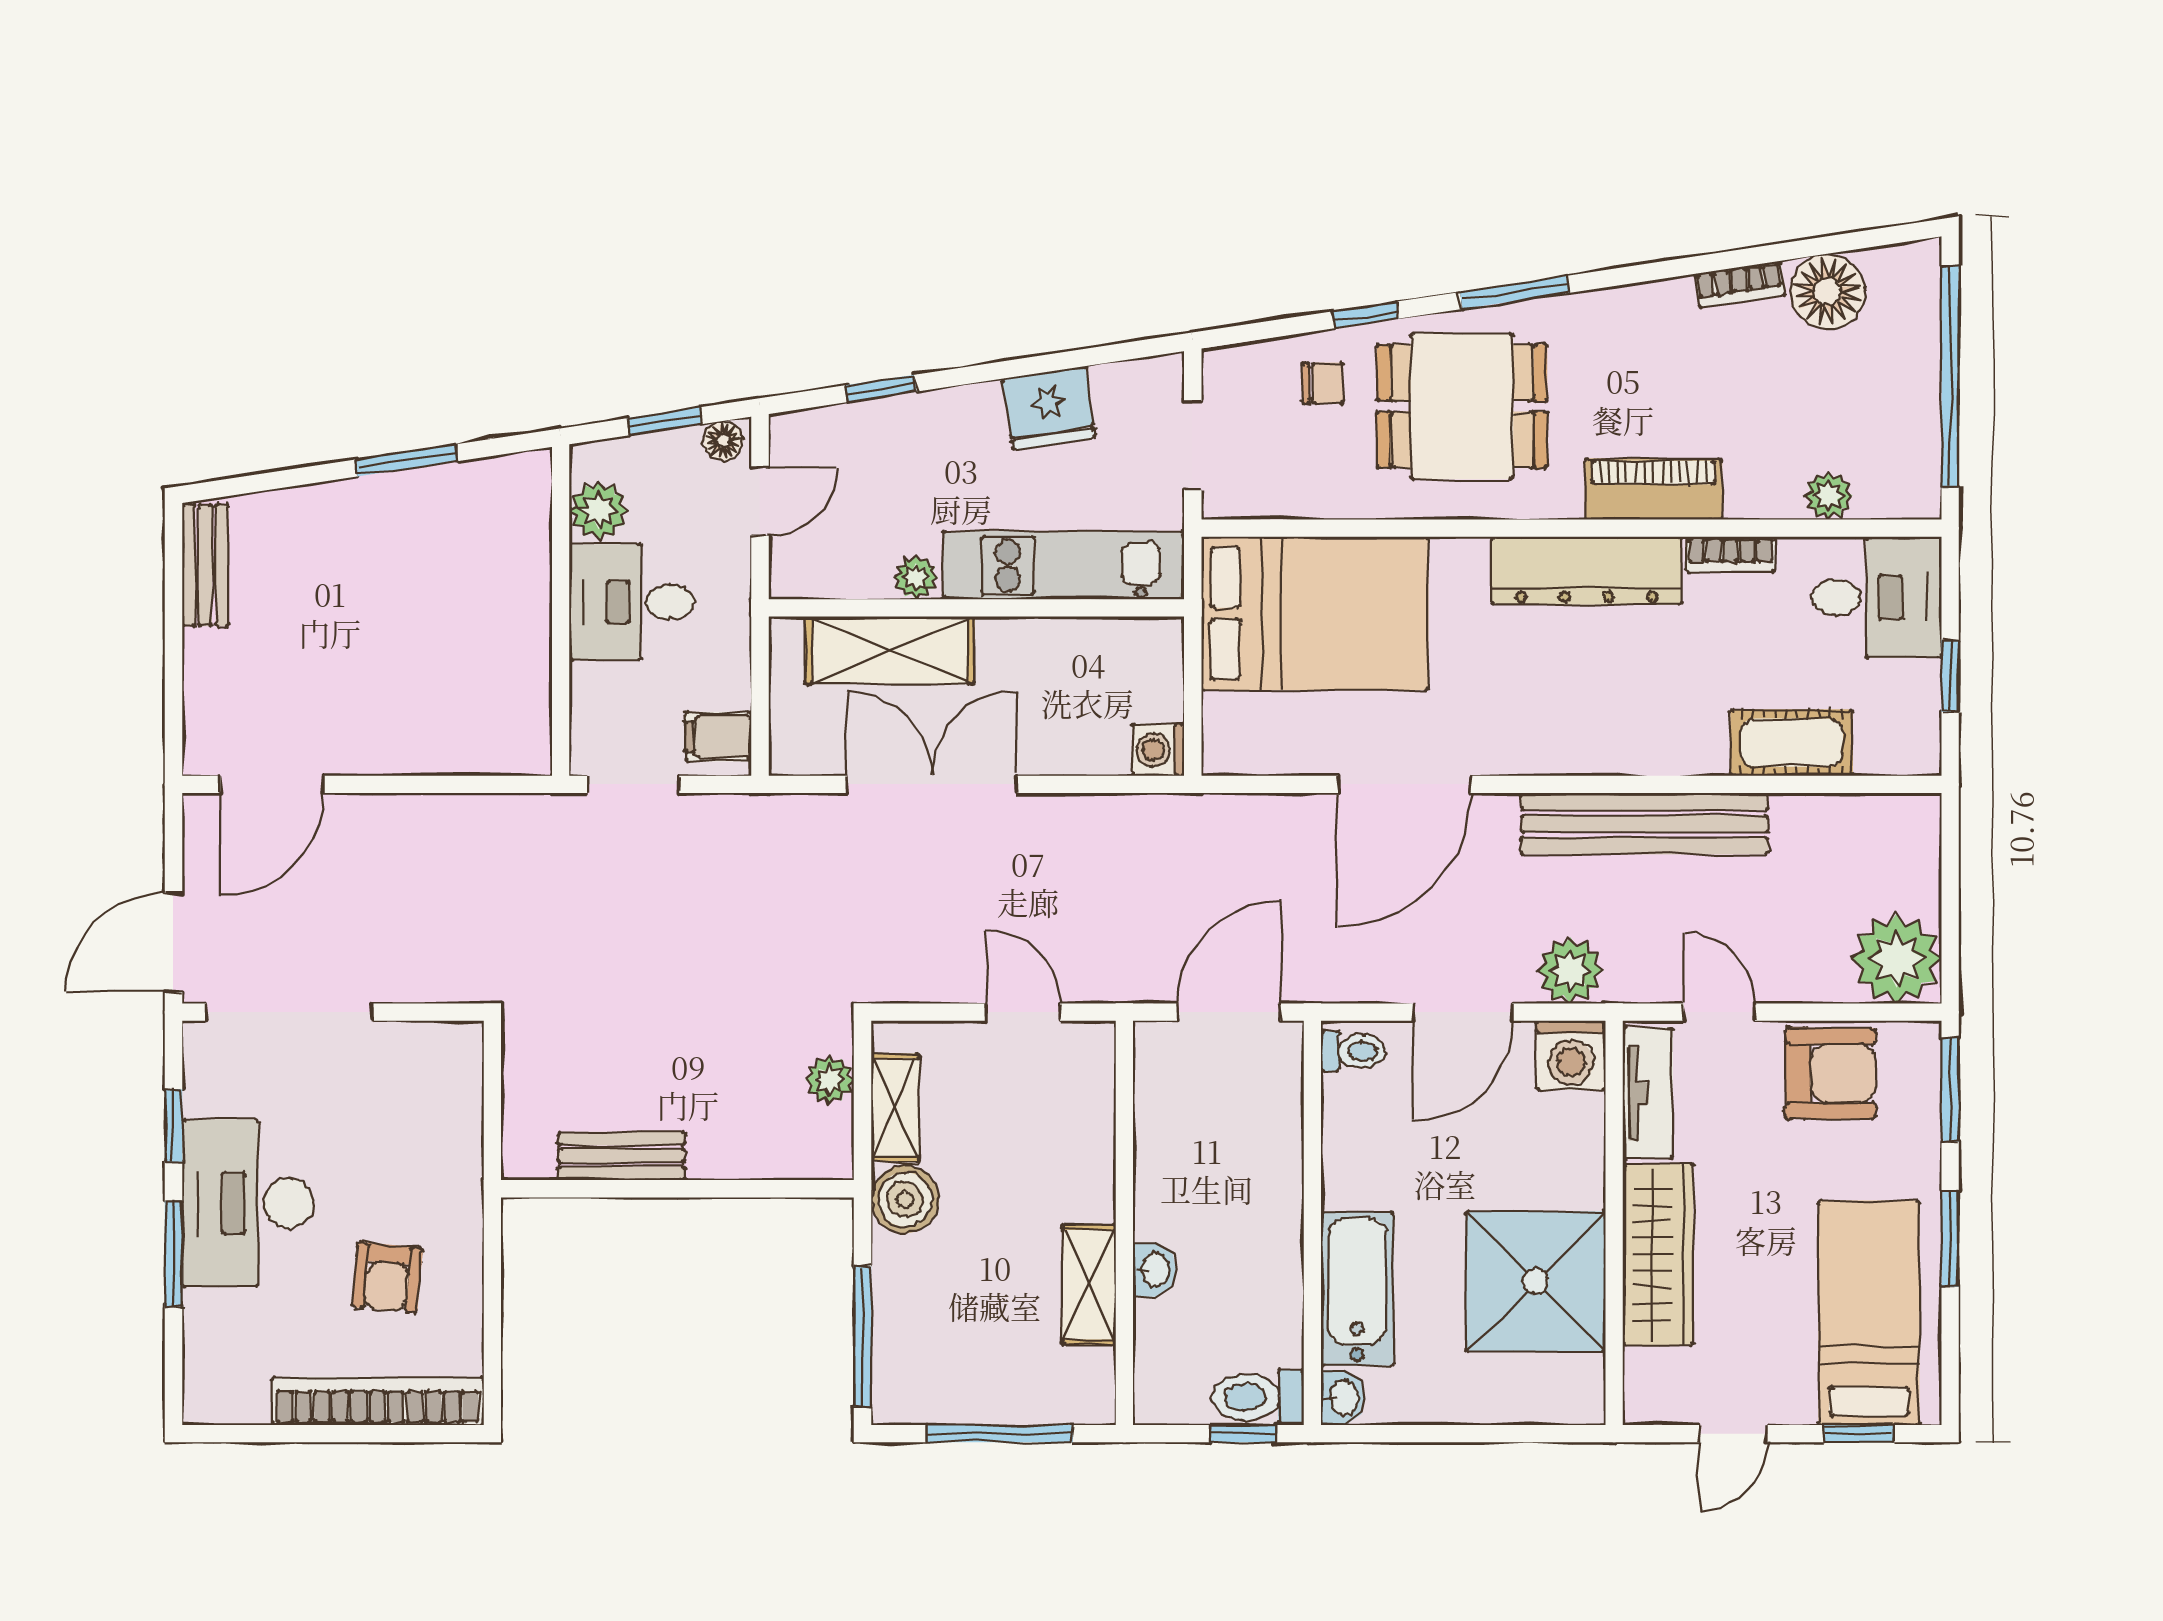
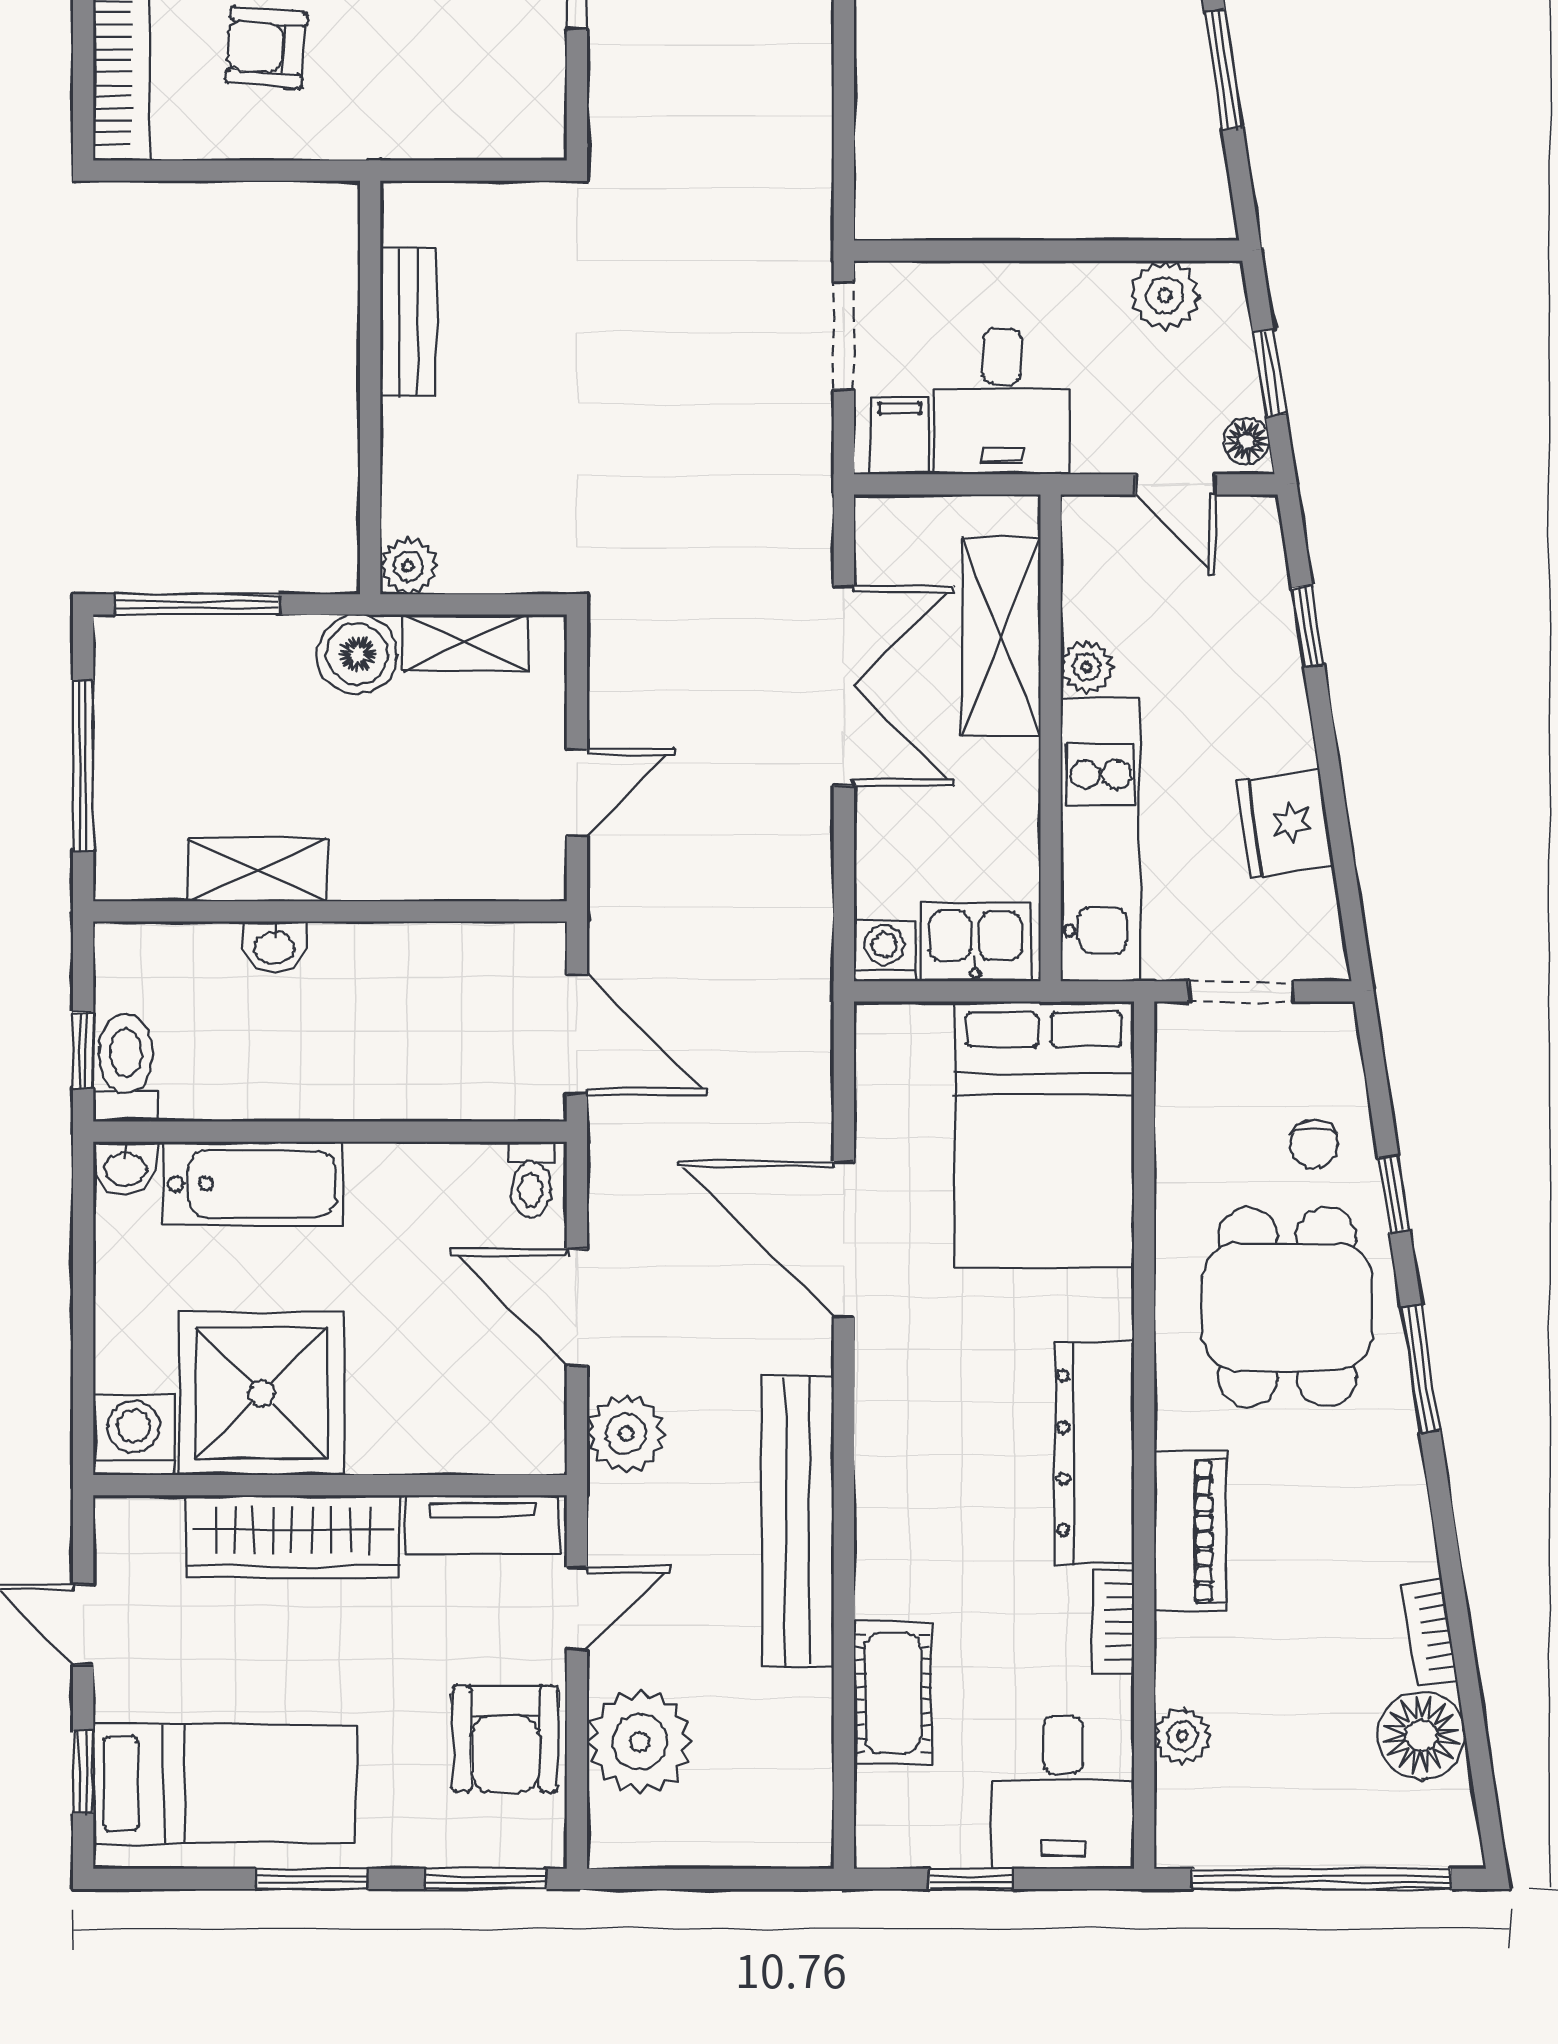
desk: (632, 602) -> (1002, 401), moved, turned 180
kitchen sink: (1150, 672) -> (975, 942), added
plant: (1897, 959) -> (640, 1742), moved
washing machine: (1571, 1055) -> (134, 1435), moved, turned 90
plant: (830, 1080) -> (408, 566), moved

